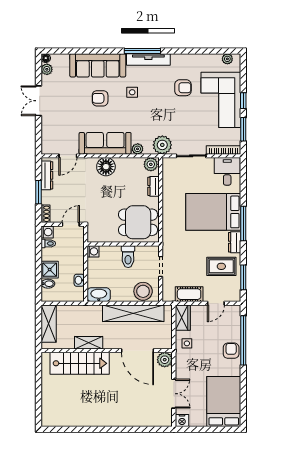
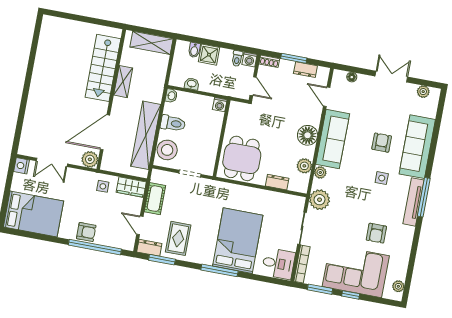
floor lamp: (46, 58) -> (352, 77), moved
plant: (151, 164) -> (304, 166), moved
dresser: (47, 175) -> (305, 70), width x0.70
dresser: (235, 242) -> (149, 248), moved
toilet: (128, 257) -> (173, 123), moved, turned 180
washbasin: (99, 295) -> (171, 96), width x0.52, depth x0.69

